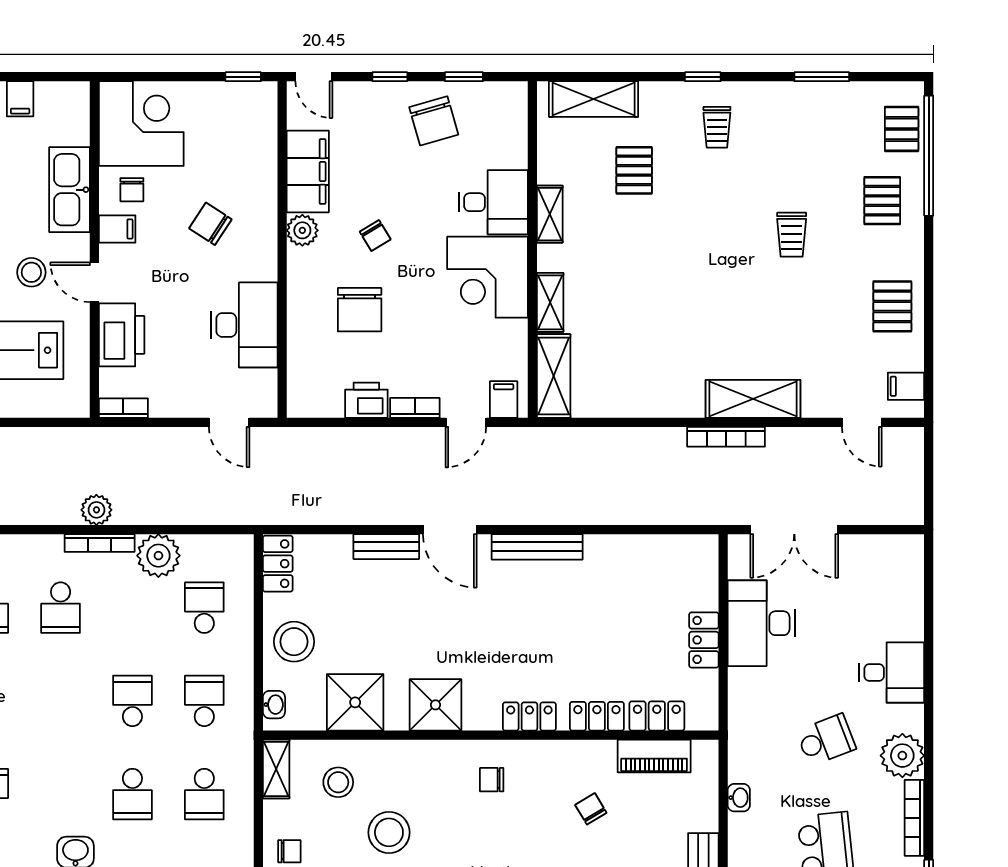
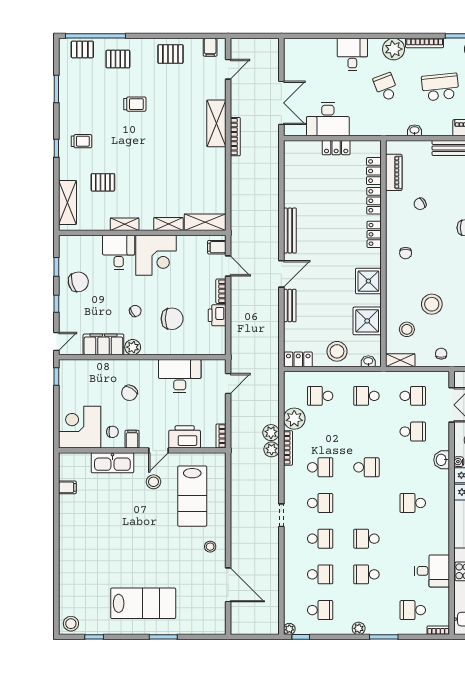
plant: (130, 509) -> (271, 433), added
school desk: (132, 701) -> (366, 467), moved, turned 180

